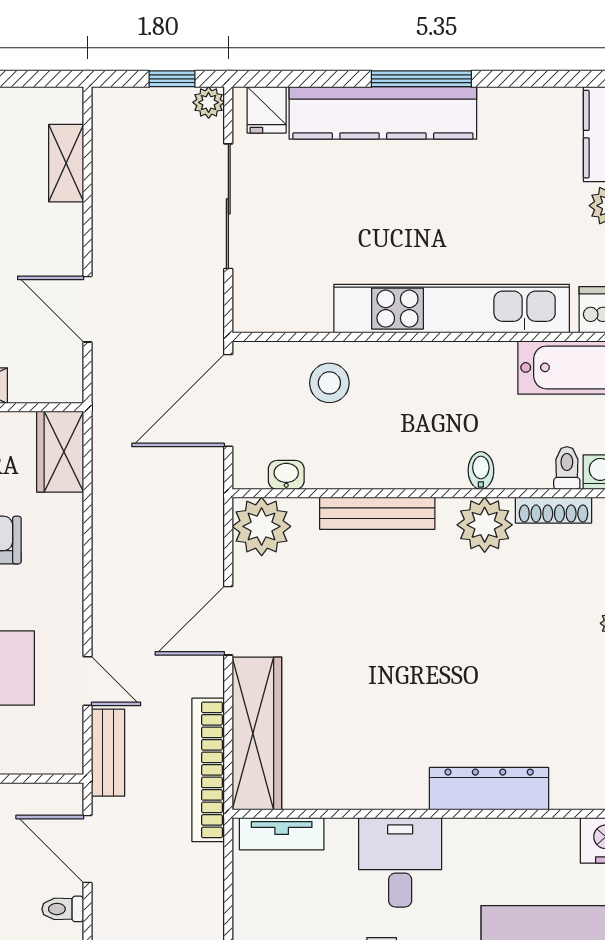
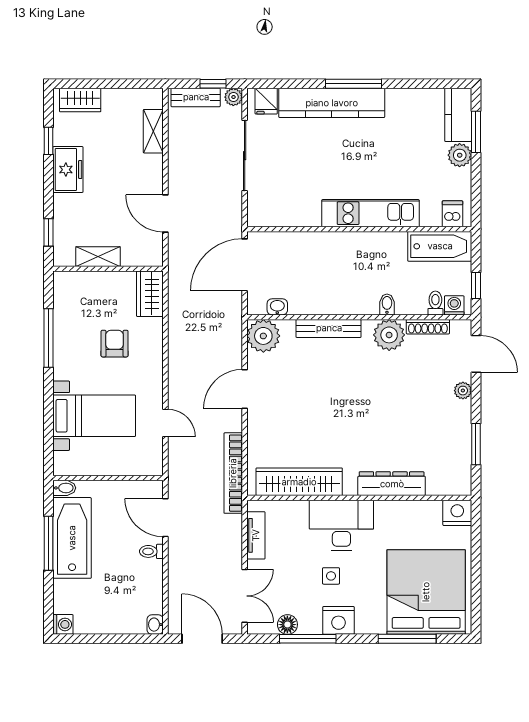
kitchen unit: (452, 309) -> (370, 213), width x0.73
stool: (329, 383) -> (302, 255), removed
wardrobe: (257, 734) -> (299, 482), moved, turned -90
bench: (108, 753) -> (196, 97), moved, turned 90
tv unit: (282, 834) -> (256, 535), moved, turned -90
desk: (400, 862) -> (341, 525), width x1.37

